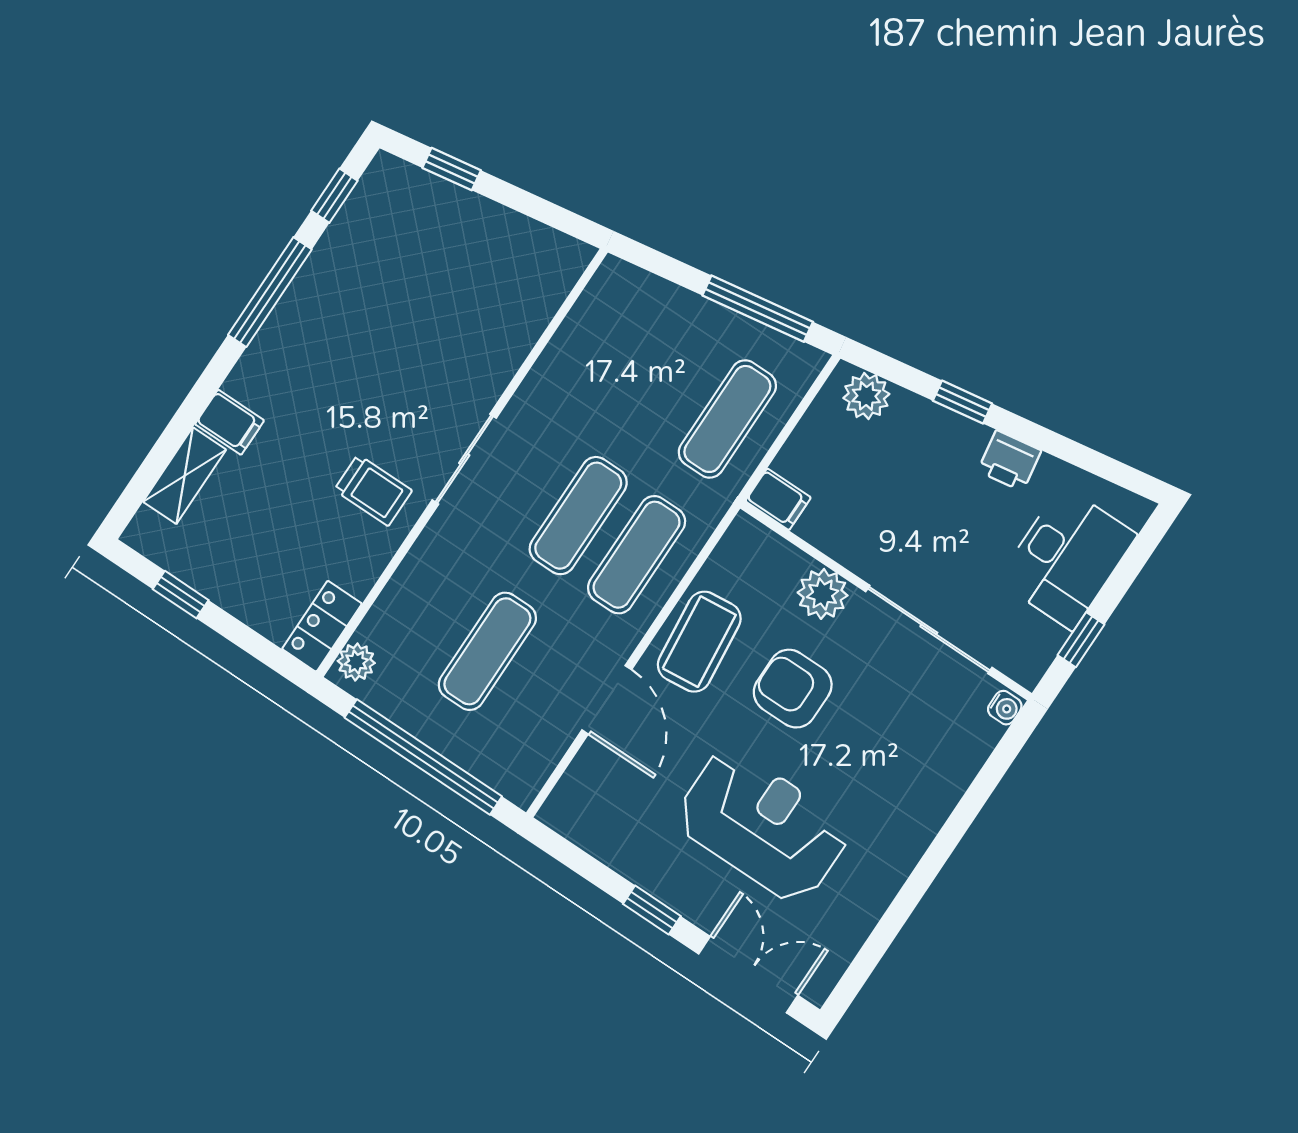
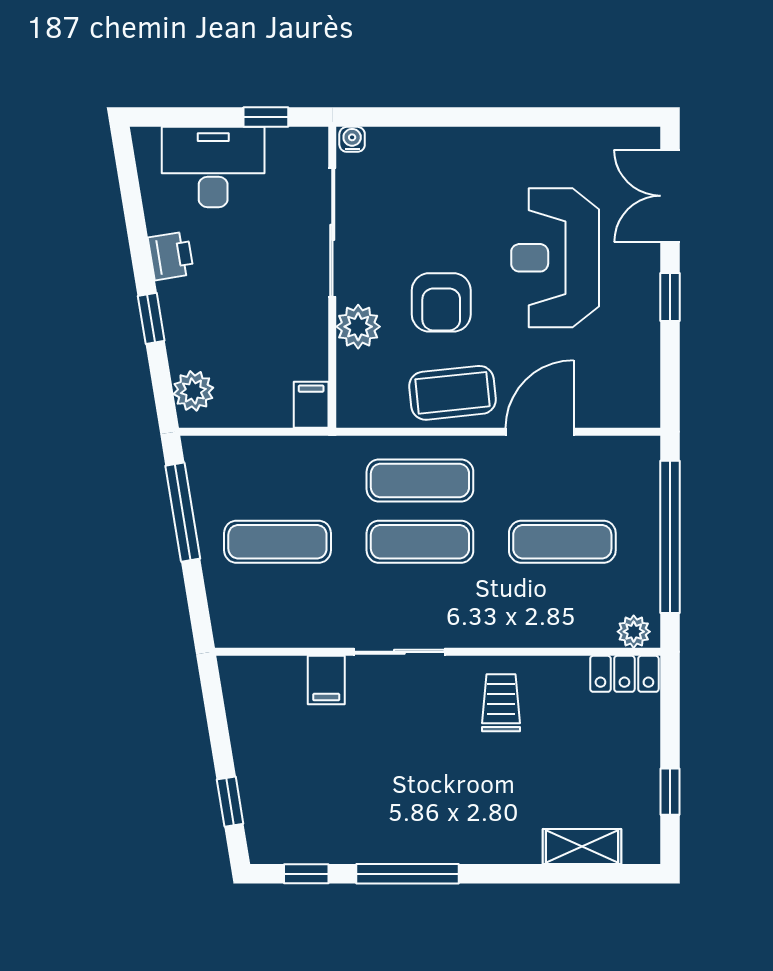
exercise mat: (727, 419) -> (277, 542), moved
filing cabinet: (230, 422) -> (326, 680), moved, turned 180
sliding door: (464, 459) -> (399, 652), moved

